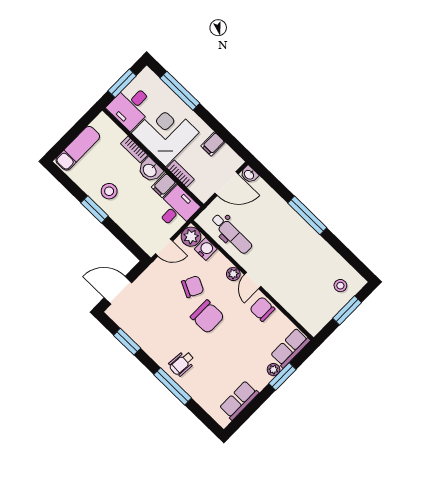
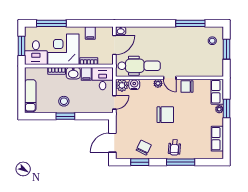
window: (307, 215) -> (190, 23), moved
dental chair: (232, 234) -> (139, 66), width x1.36, depth x1.38
chair: (193, 287) -> (144, 148), moved

